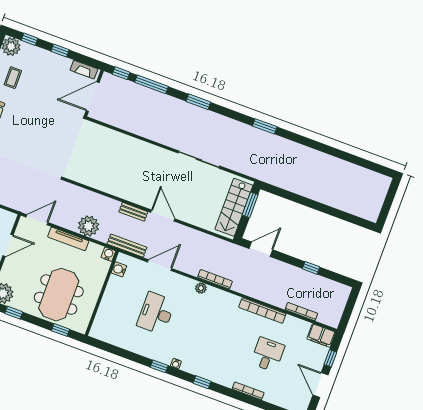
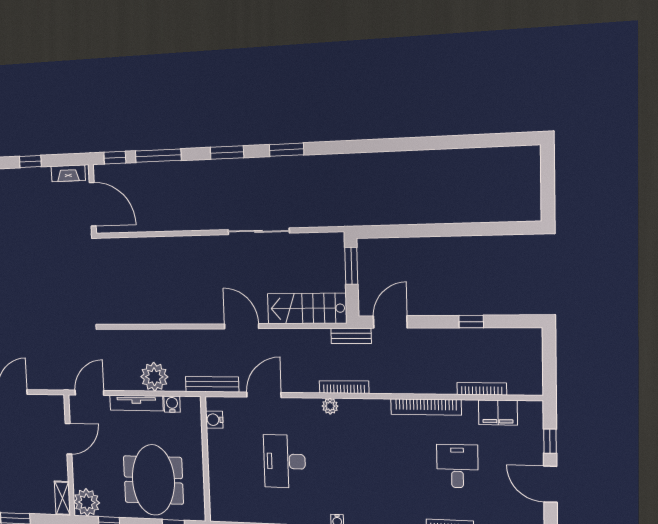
door: (93, 97) -> (93, 204), swing flipped
window: (265, 126) -> (287, 150), moved
stairs: (234, 207) -> (307, 308), moved, turned 90
bench: (133, 212) -> (351, 336), moved
water cooler: (108, 254) -> (172, 404), moved
filing cabinet: (321, 335) -> (498, 413), moved

